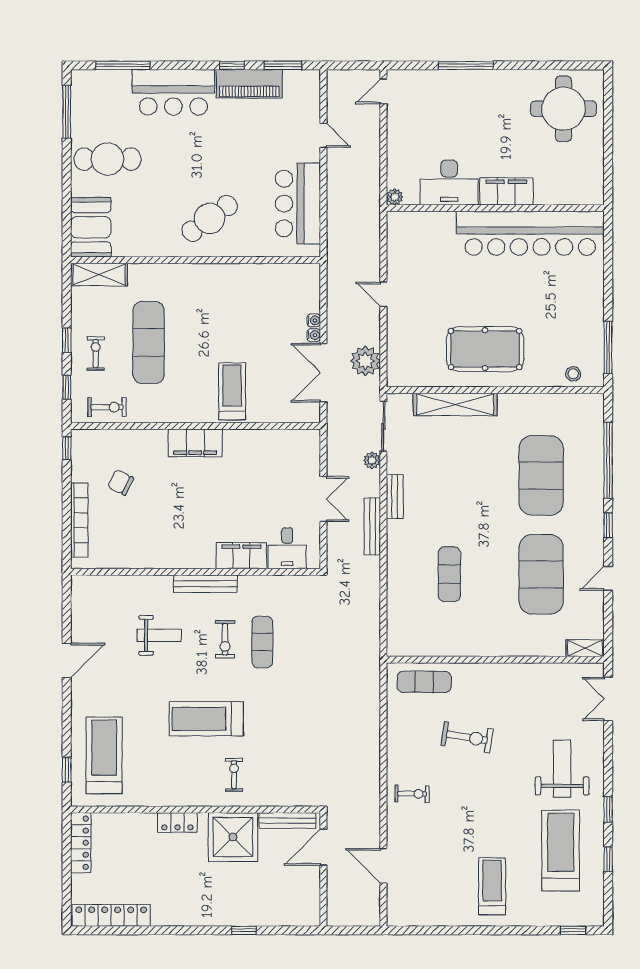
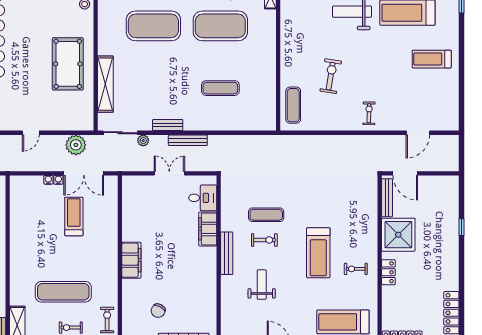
treadmill: (232, 391) -> (74, 216), moved, turned 90
exercise bike: (234, 775) -> (356, 269), moved

